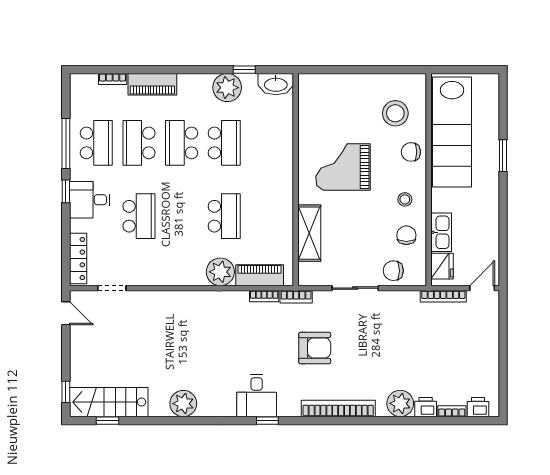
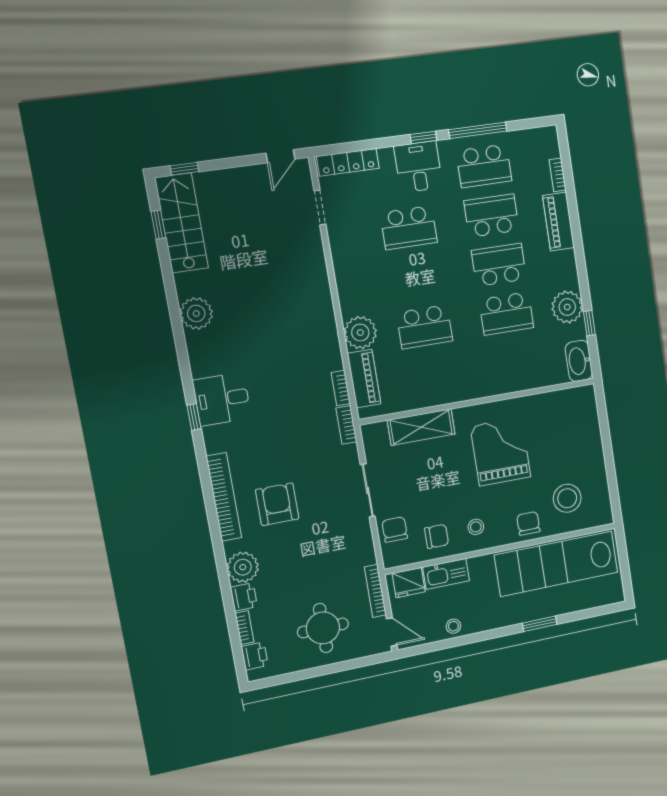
stool: (489, 233) -> (453, 626), added
round table: (466, 346) -> (323, 628), added
armchair: (315, 348) -> (277, 504), moved, turned 180

